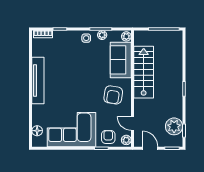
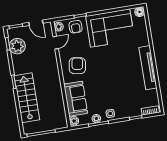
stairs: (144, 72) -> (27, 98), moved, turned 180
door: (132, 123) -> (56, 43), hinge flipped
floor lamp: (37, 131) -> (140, 12), moved

